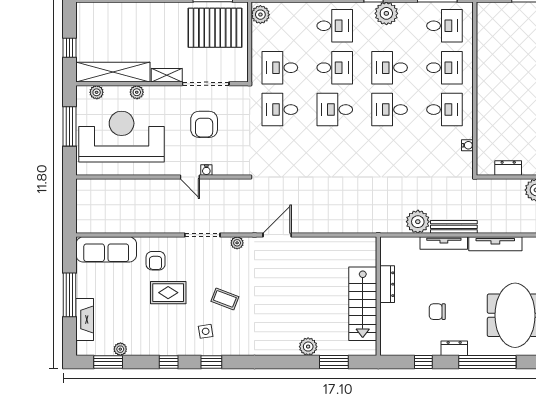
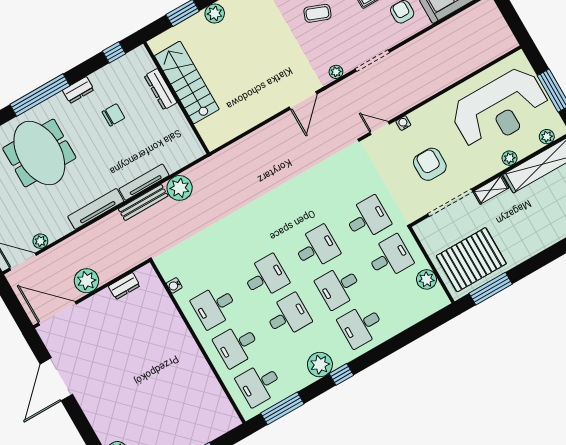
plant: (260, 15) -> (426, 279), moved
door: (190, 177) -> (380, 128), moved
dresser: (387, 284) -> (161, 89), moved
window: (423, 362) -> (114, 52), moved

